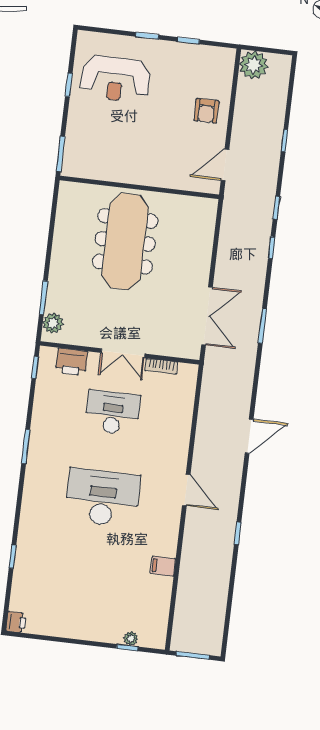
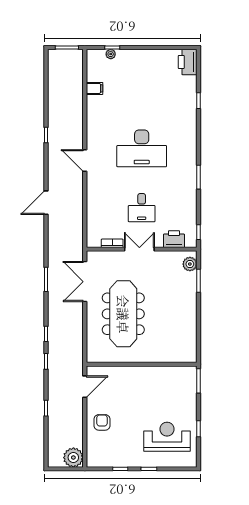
meeting table: (125, 241) -> (123, 314), moved
desk: (113, 413) -> (142, 208), width x0.73
filing cabinet: (163, 566) -> (95, 88), moved
printer: (16, 622) -> (188, 62), width x1.87, depth x1.48

